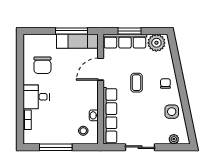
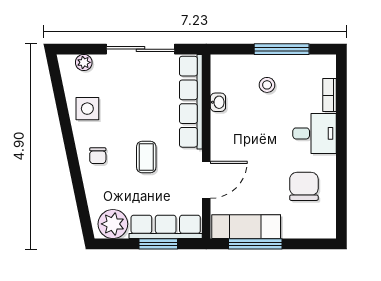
stool: (83, 131) -> (267, 85), moved
sliding door: (140, 147) -> (140, 49), width x1.37

